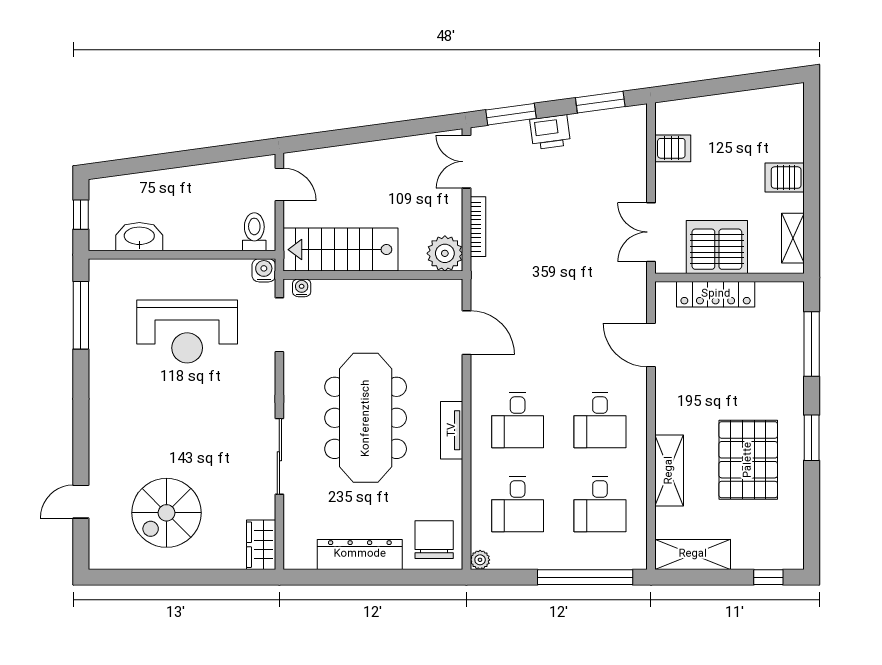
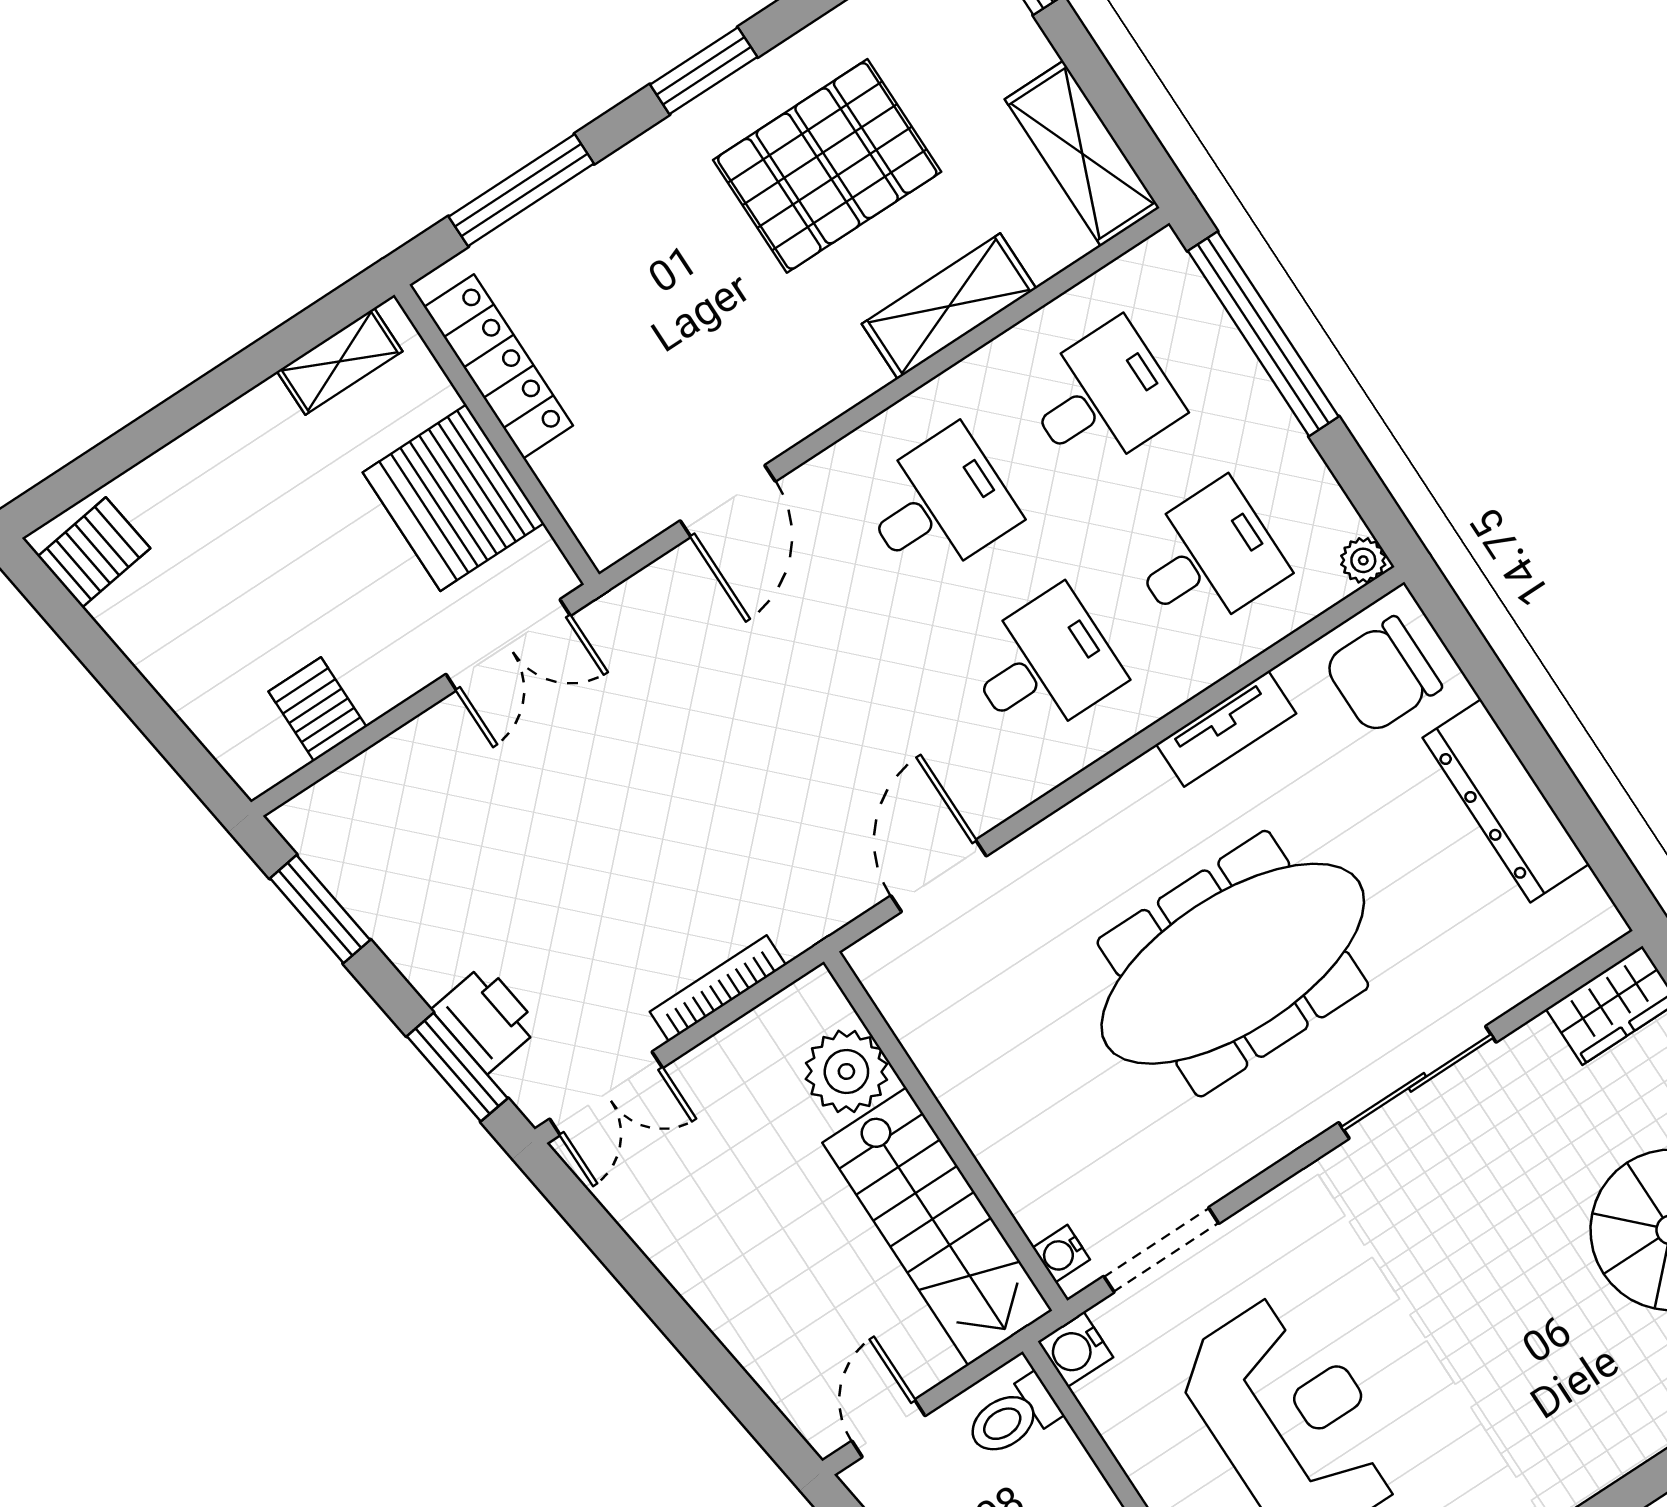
printer: (550, 132) -> (486, 1019), moved
server rack: (785, 178) -> (94, 552), moved, turned -98
plant: (445, 253) -> (846, 1071), moved
locker: (716, 294) -> (499, 366), moved
tv unit: (452, 430) -> (1226, 729), moved

